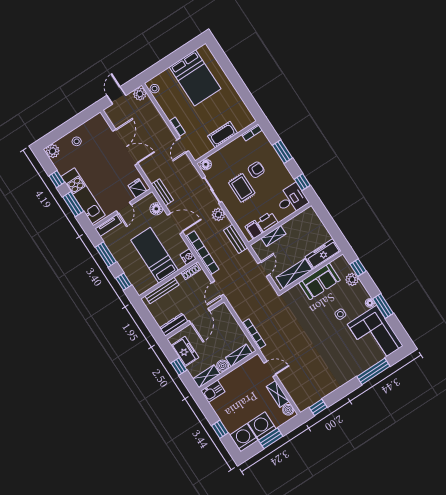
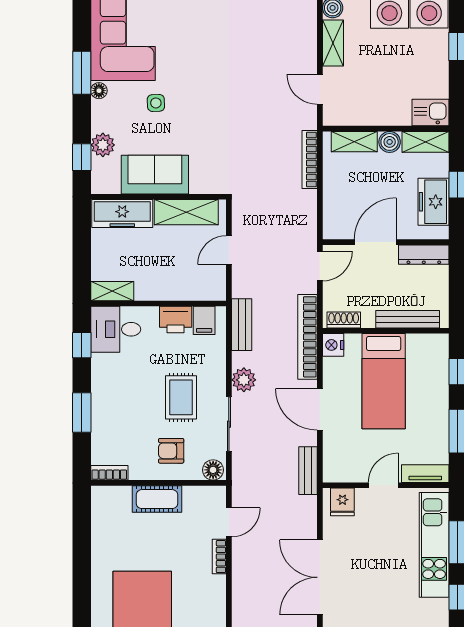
armchair: (256, 170) -> (171, 451), moved
floor lamp: (156, 209) -> (334, 451), removed
shelving: (273, 236) -> (112, 291), moved

